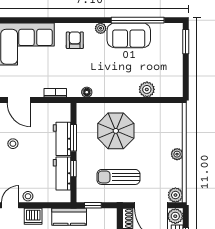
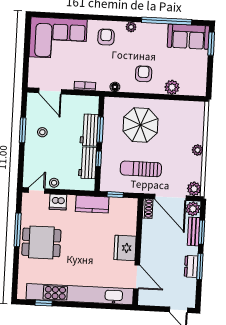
sofa: (129, 35) -> (188, 37), moved
armchair: (116, 77) -> (144, 74), added

